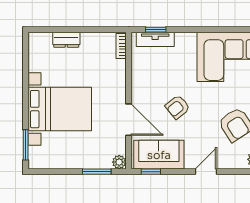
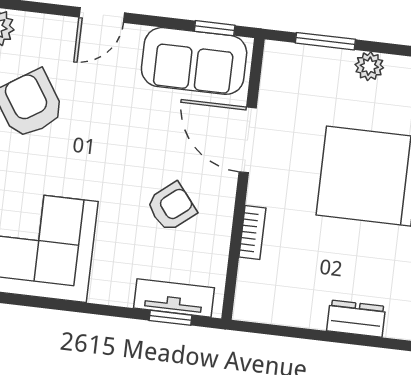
bookcase: (121, 46) -> (252, 232), moved
armchair: (178, 107) -> (171, 207), moved
plant: (119, 162) -> (369, 66), moved

